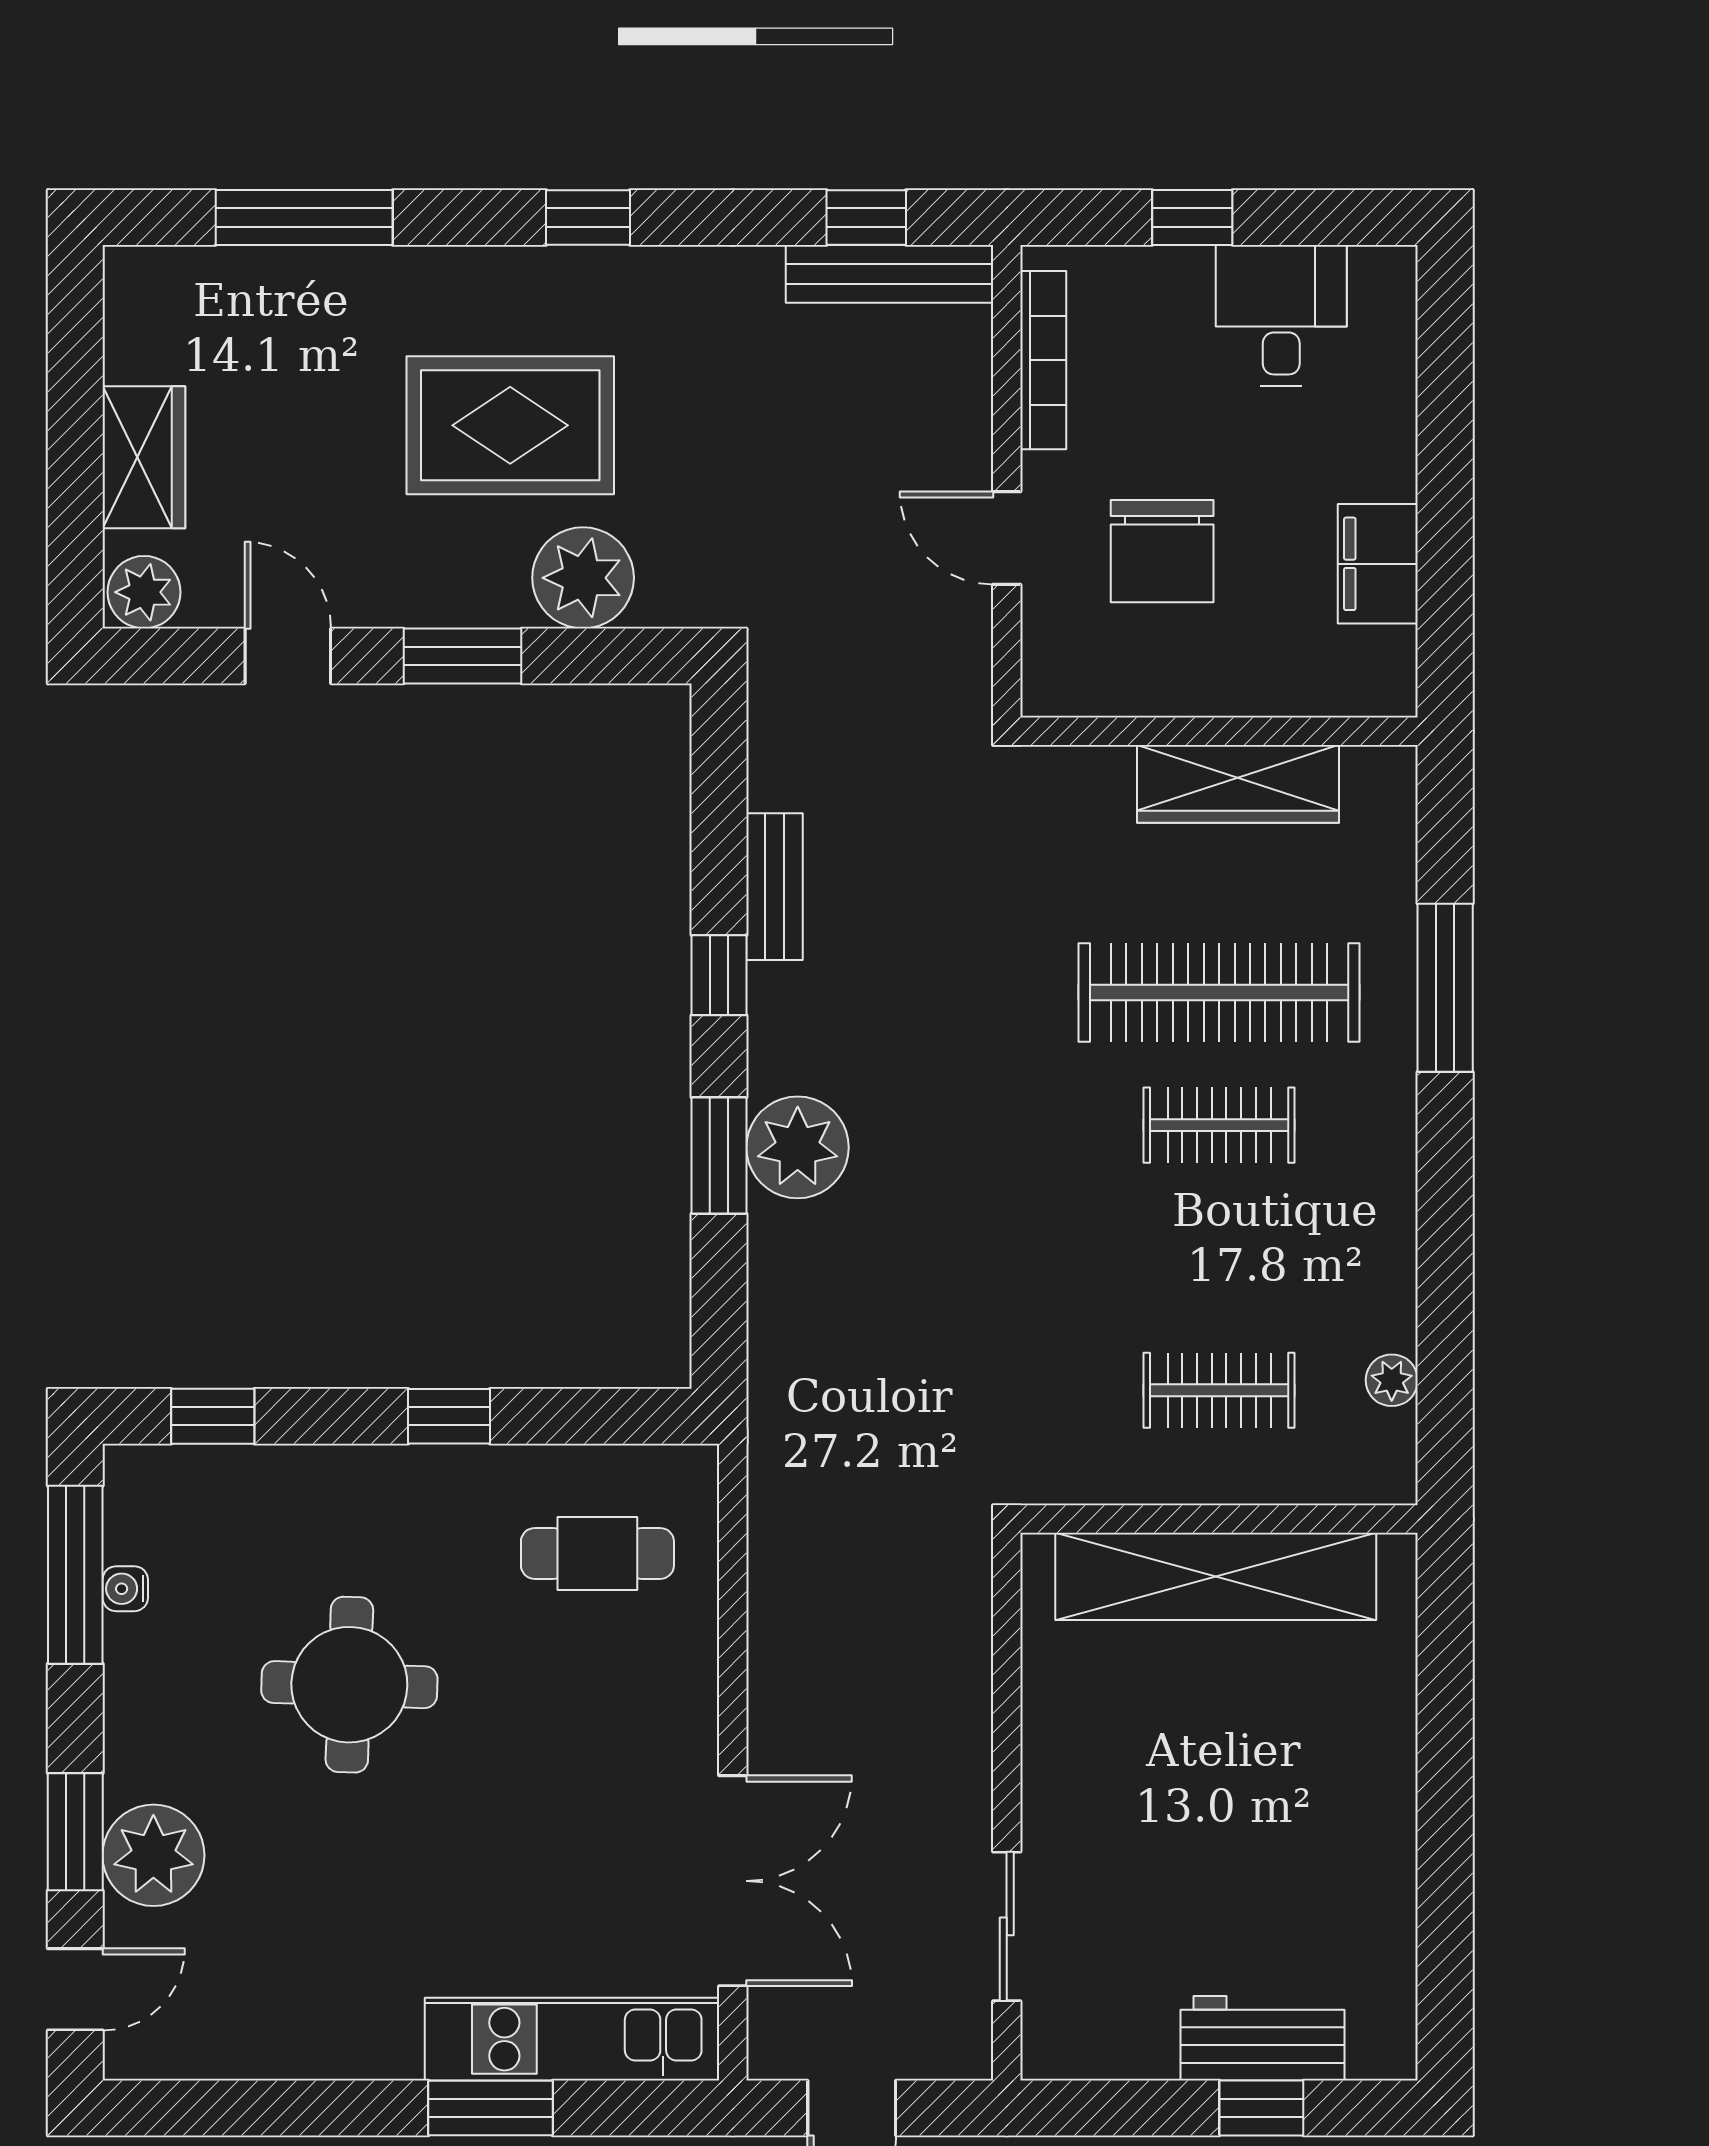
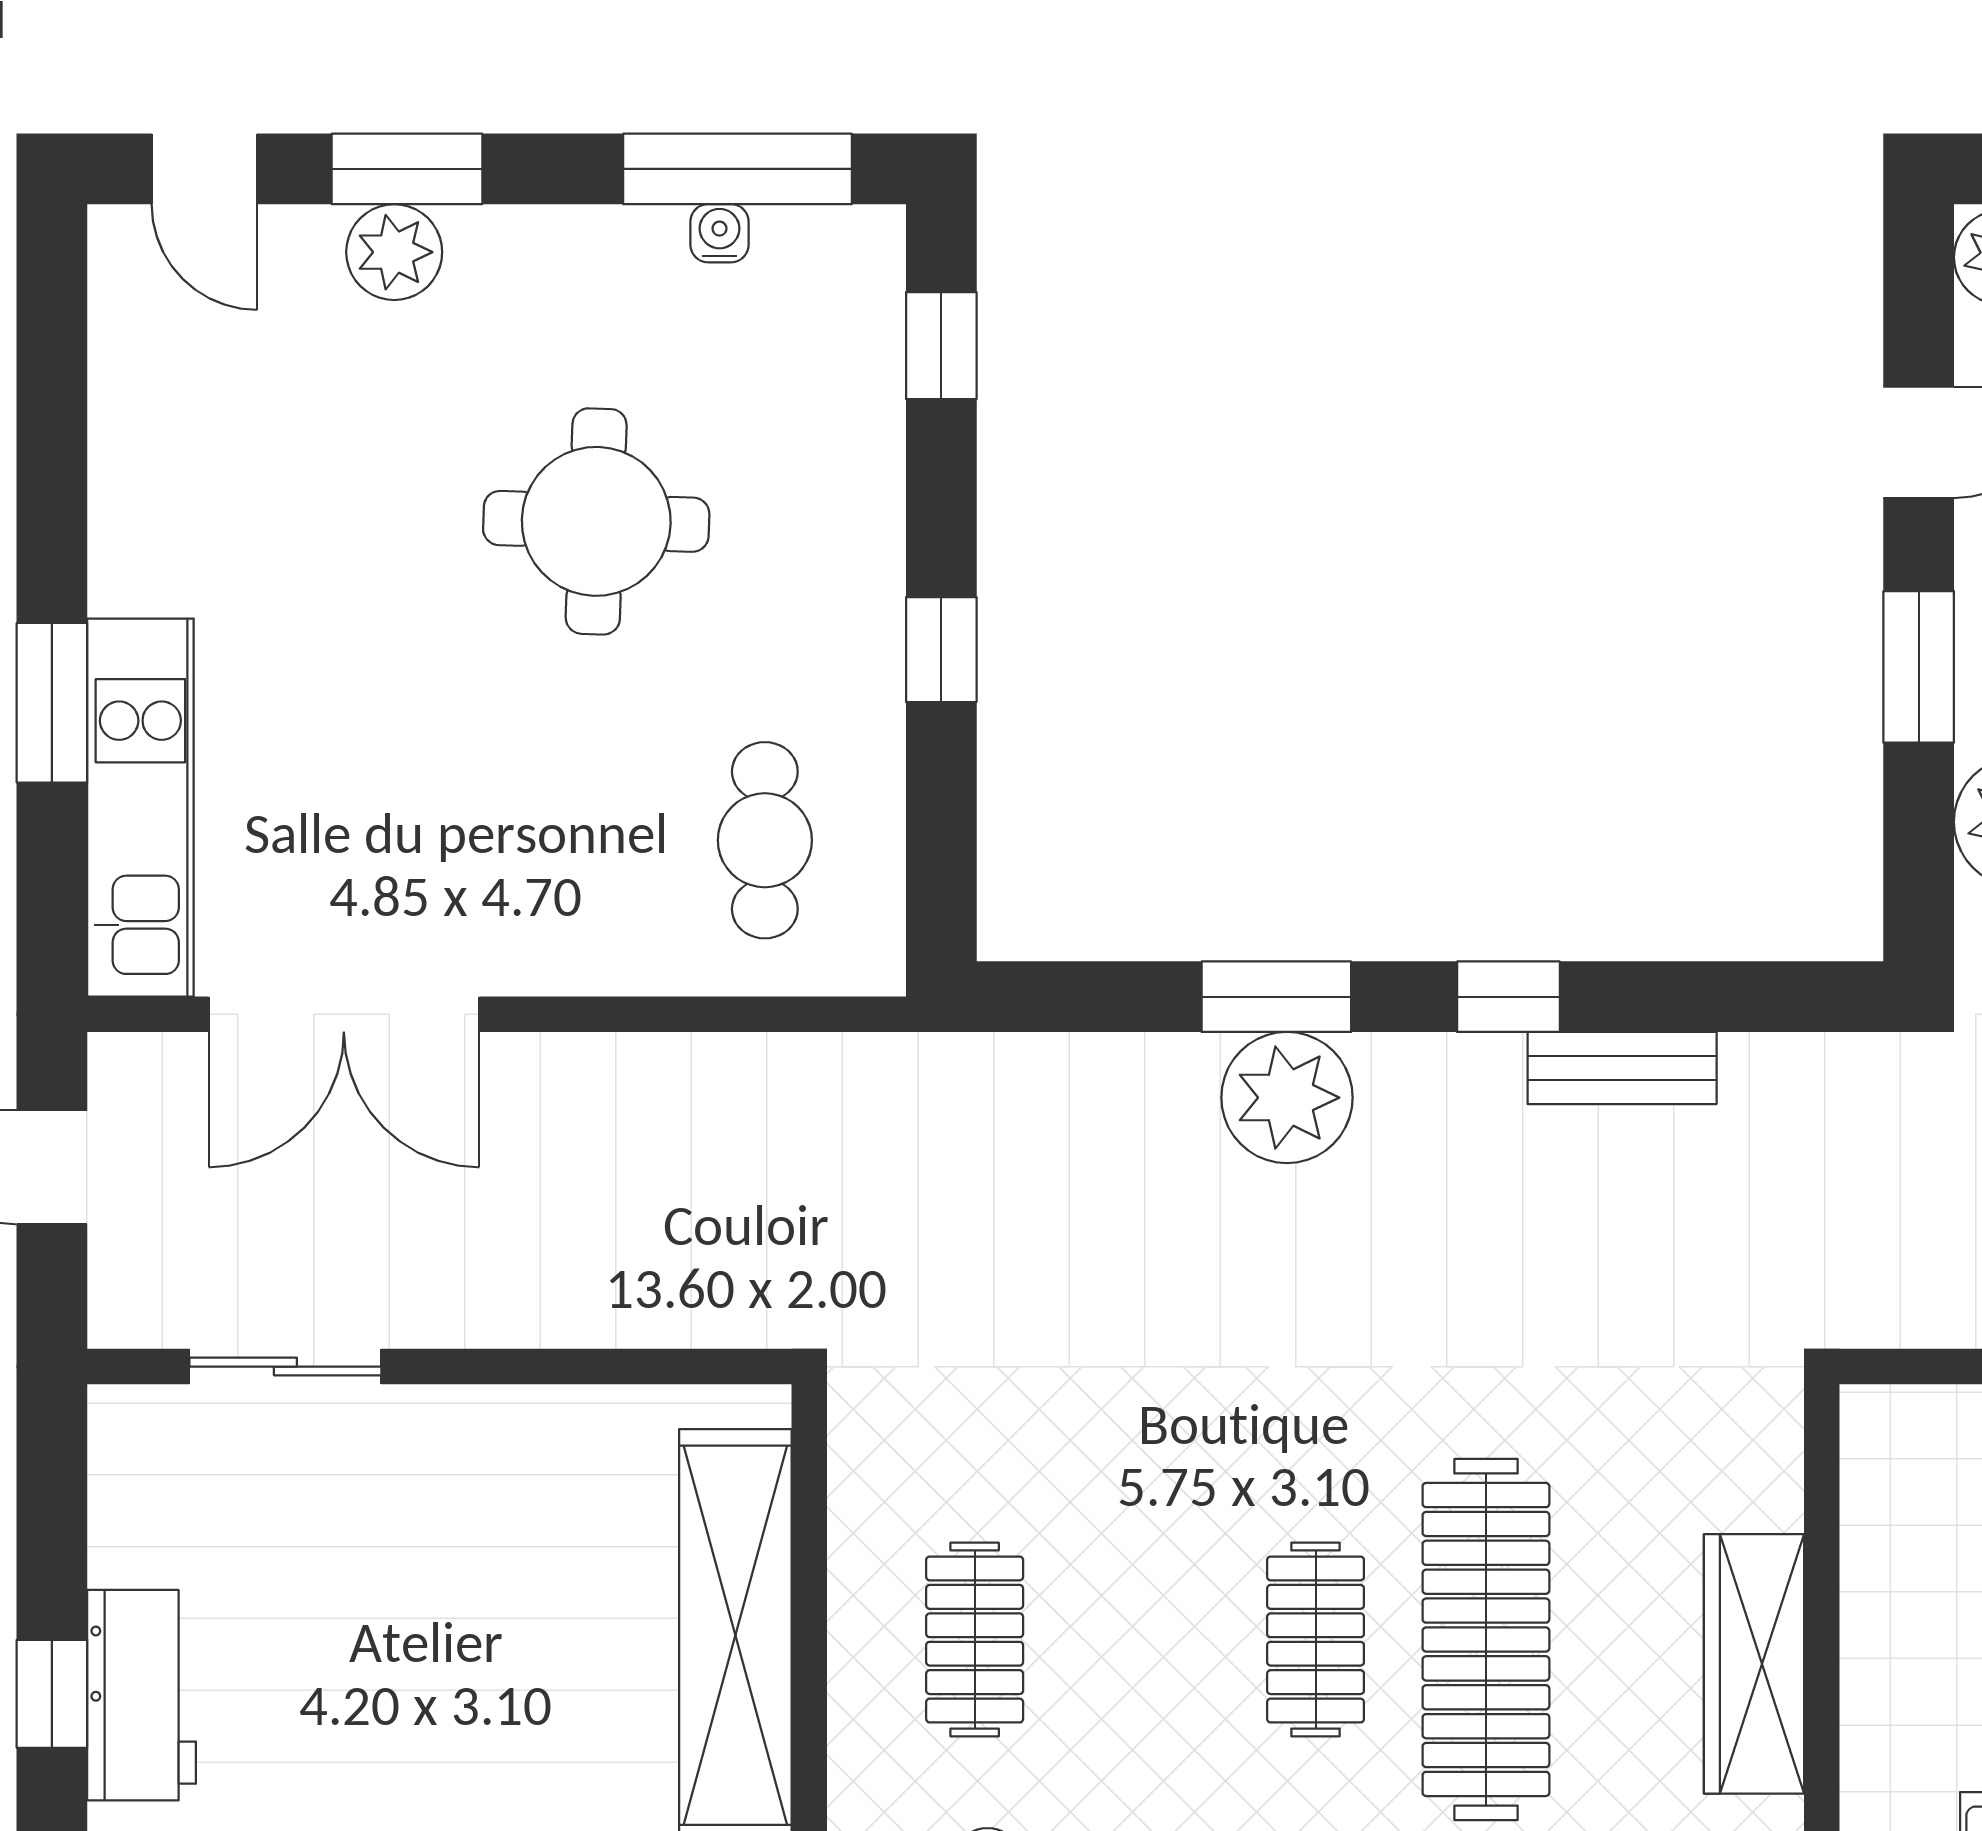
plant: (153, 1855) -> (394, 252), width x0.73, depth x0.73

